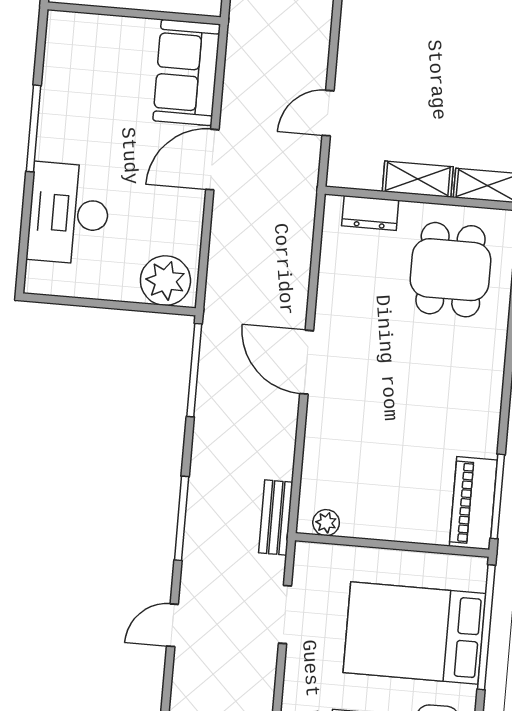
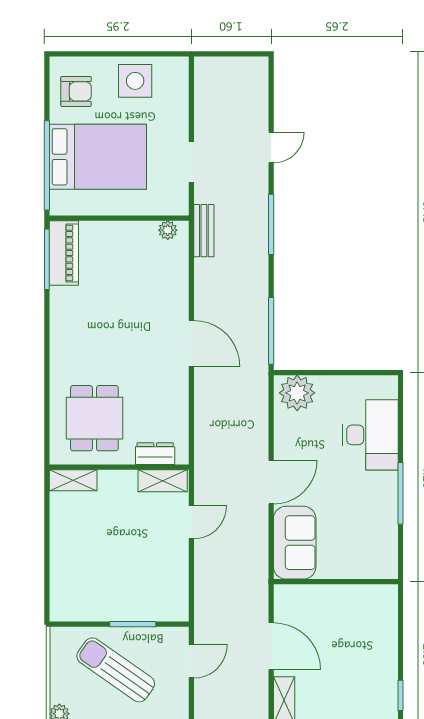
shelving: (418, 179) -> (163, 481), moved

